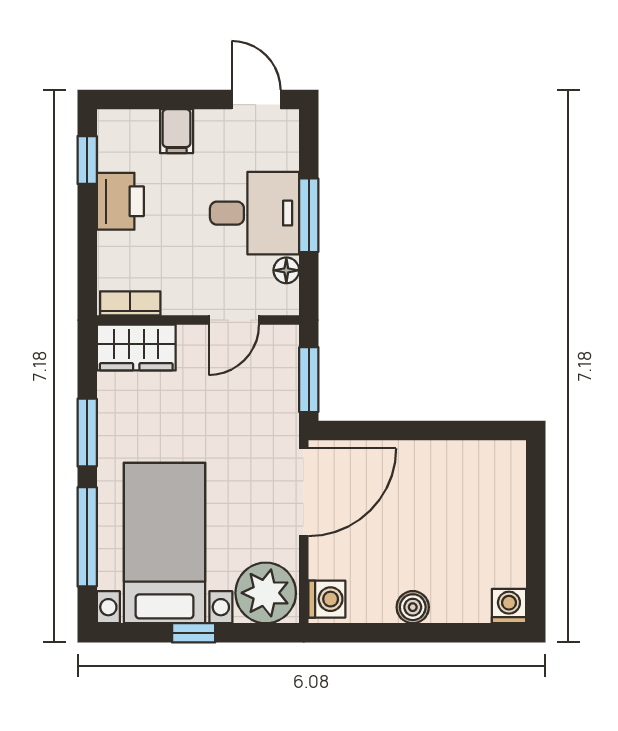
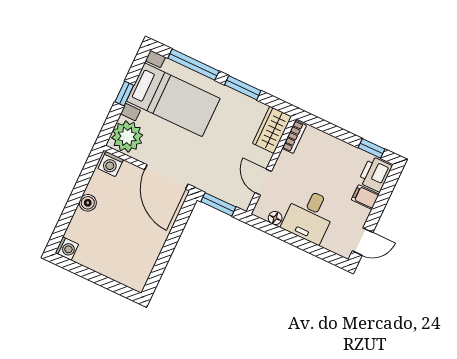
printer: (120, 201) -> (375, 174), moved, turned 90
window: (309, 215) -> (296, 241), removed

